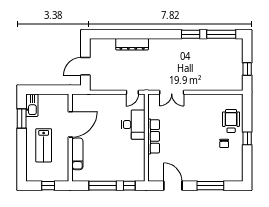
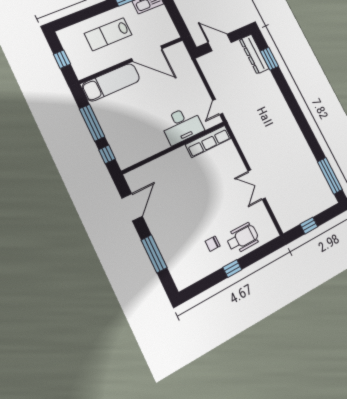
window: (191, 34) -> (269, 59), moved
dresser: (132, 44) -> (254, 54), moved
door: (132, 92) -> (218, 107), hinge flipped
double door: (172, 92) -> (257, 185), moved
row of seats: (154, 136) -> (208, 141), moved
exam couch: (77, 154) -> (111, 82), width x1.36, depth x1.45

